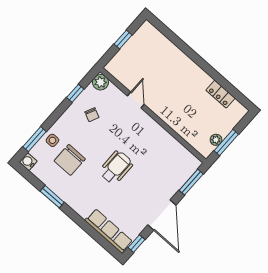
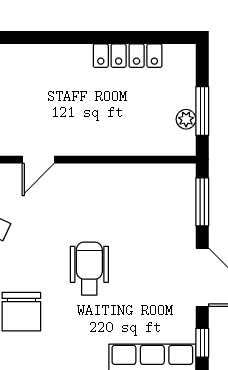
locker: (221, 94) -> (128, 56), width x1.53
door: (136, 100) -> (38, 160), swing flipped

